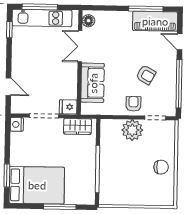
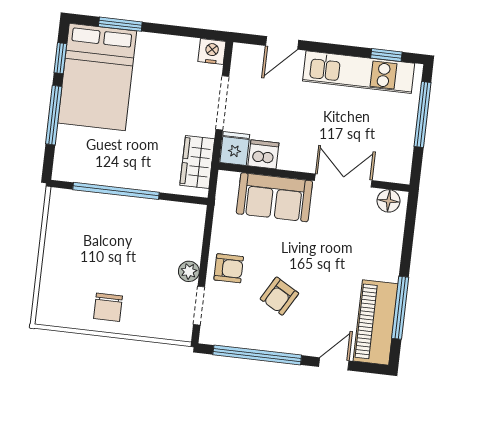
kitchen unit: (42, 18) -> (359, 72), moved, turned -90
dishwasher: (70, 91) -> (263, 154), added
plant: (132, 130) -> (189, 271), width x0.53, depth x0.53
window: (29, 206) -> (60, 58), added

